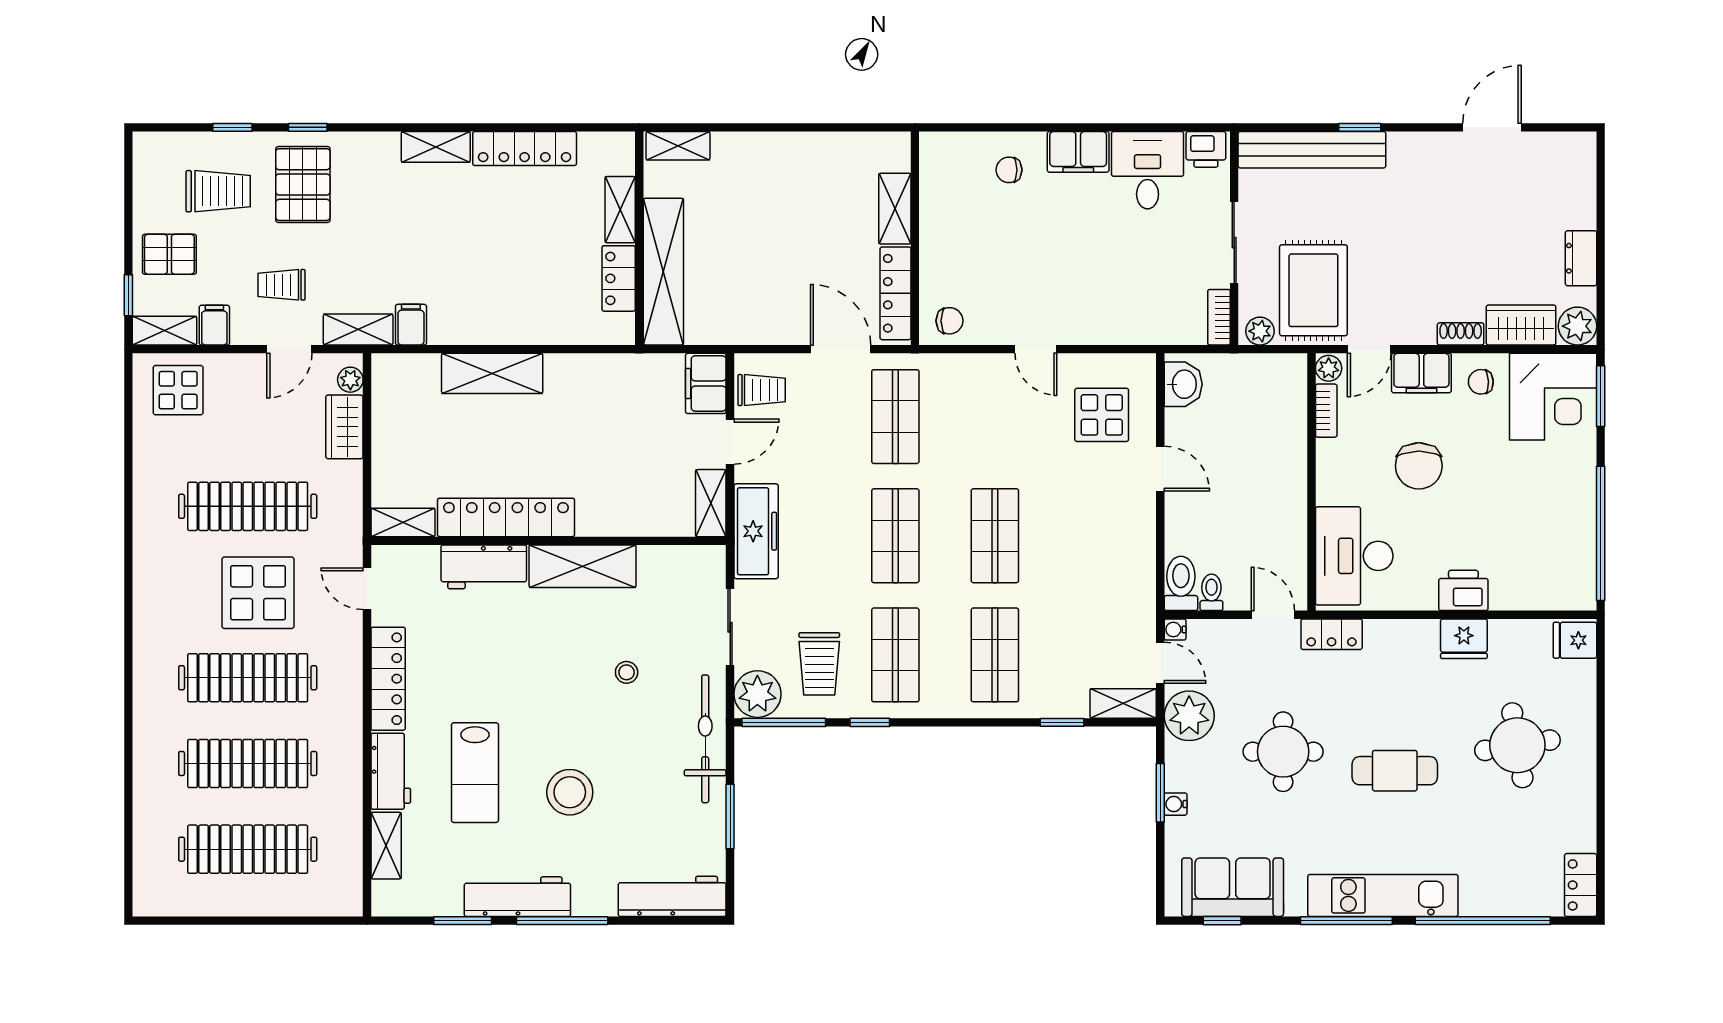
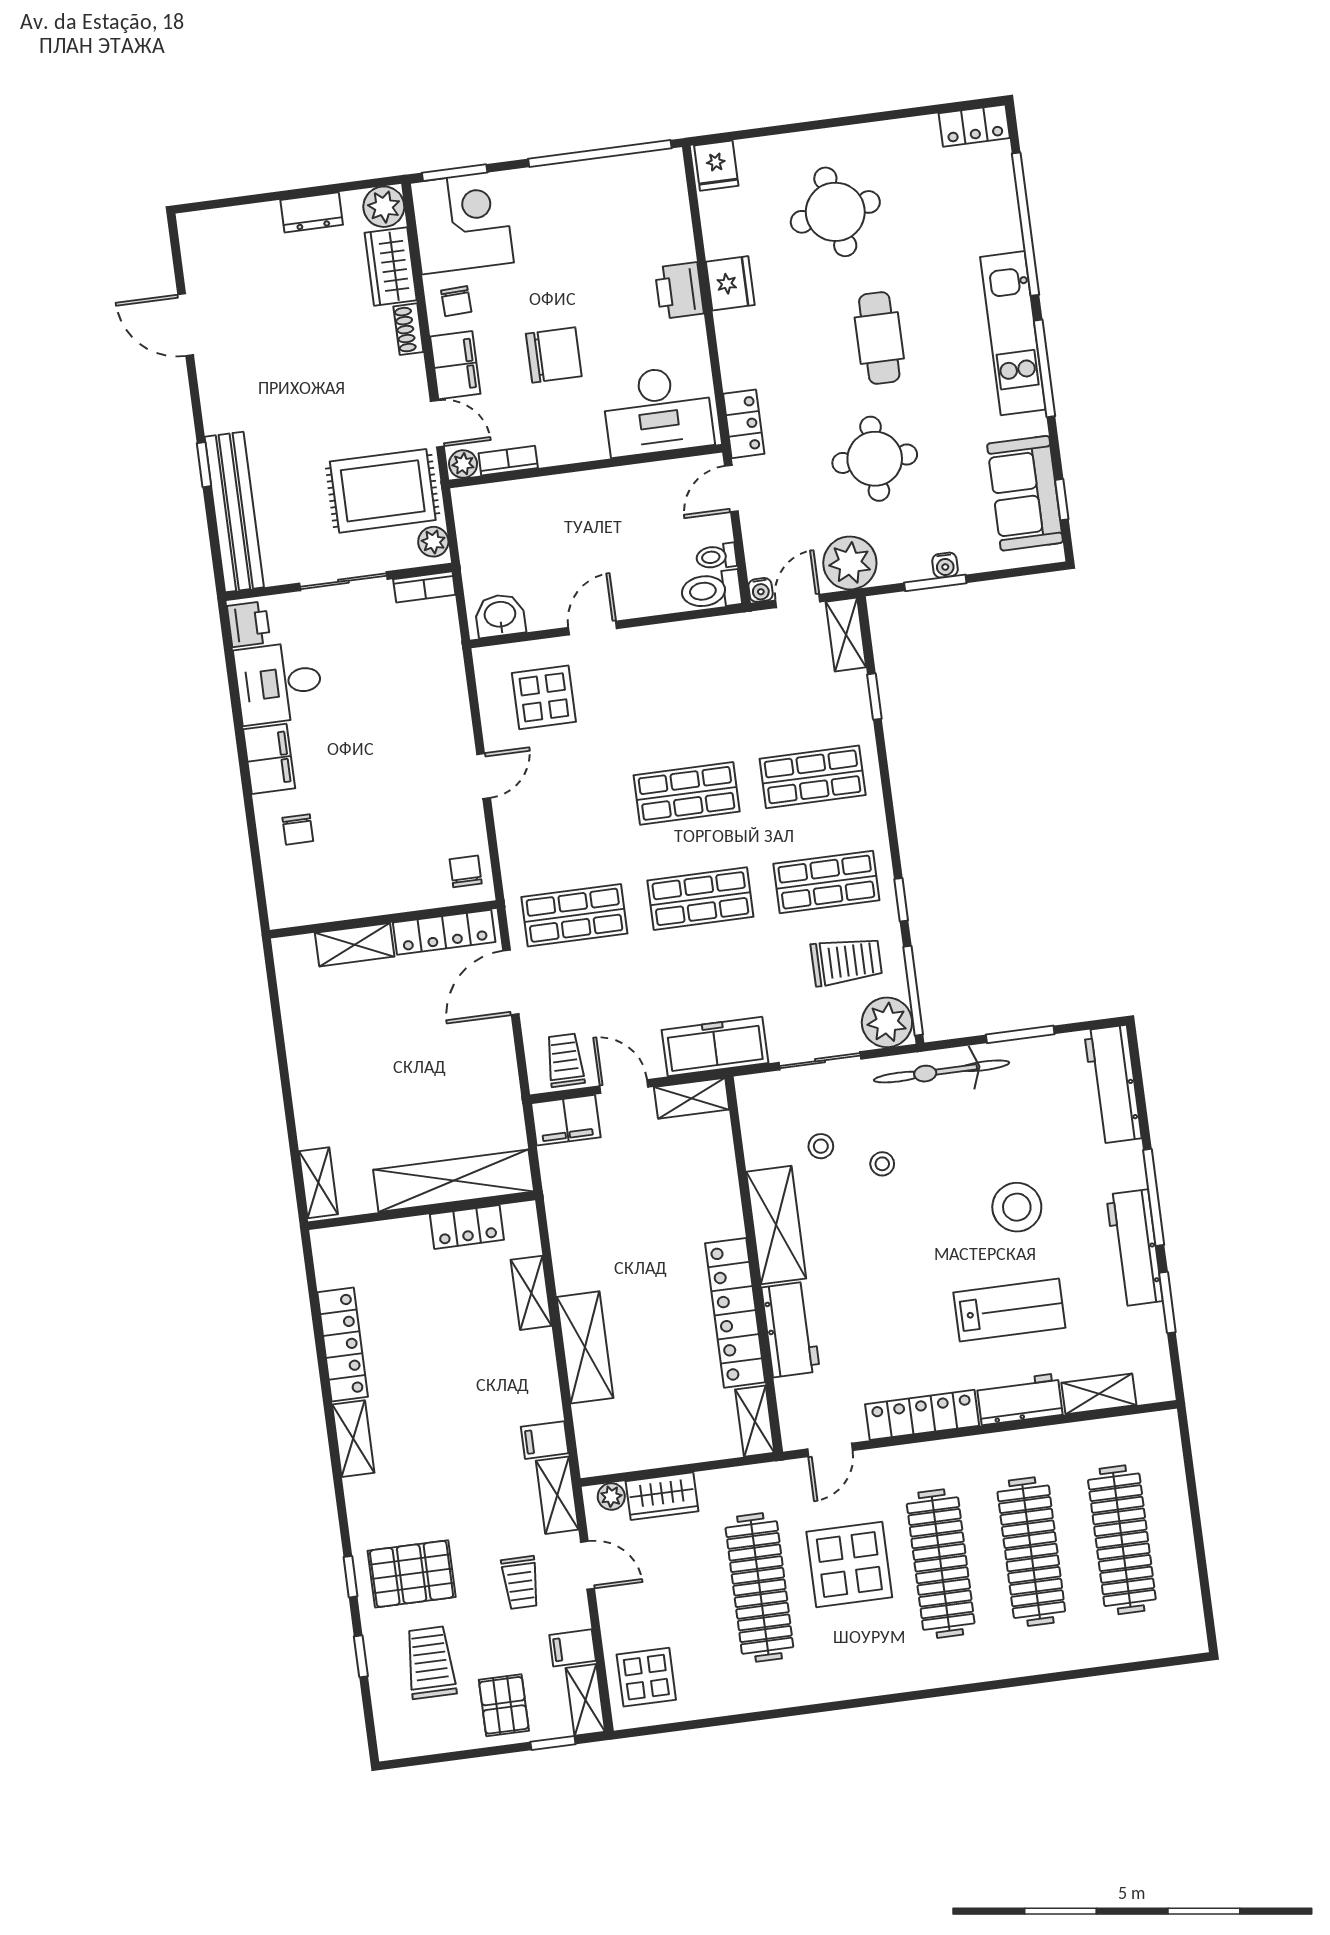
shelving: (620, 210) -> (531, 1293), moved, turned 90
stool: (650, 617) -> (821, 1146), added

